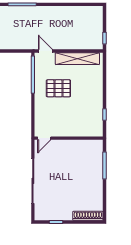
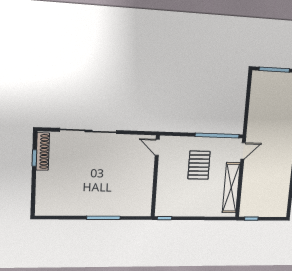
door: (44, 138) -> (157, 147), moved
wall: (69, 138) -> (155, 176), moved
shoe rack: (88, 216) -> (43, 151), moved

